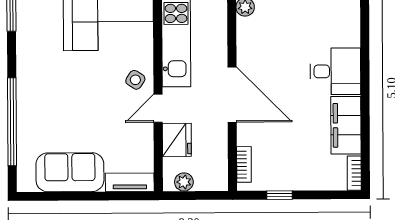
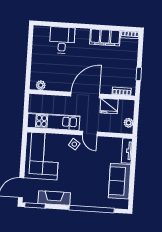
fireplace: (28, 48) -> (54, 198), added
desk: (335, 71) -> (62, 40), moved
fridge: (177, 140) -> (109, 106), moved, turned 180

